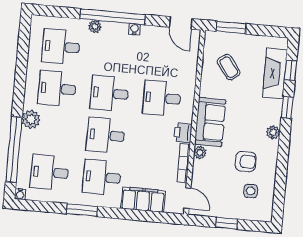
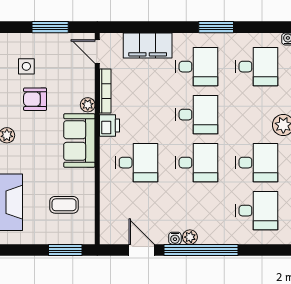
door: (181, 23) -> (142, 250), moved
plant: (95, 27) -> (190, 237), moved
coffee table: (229, 67) -> (64, 205), turned -53
window: (227, 223) -> (50, 27), width x1.50

